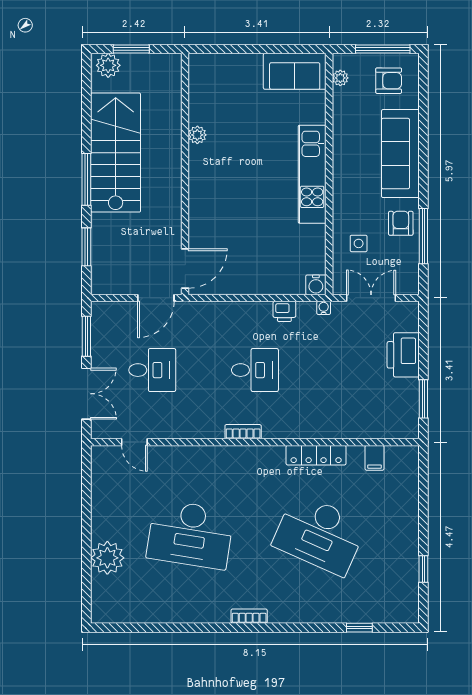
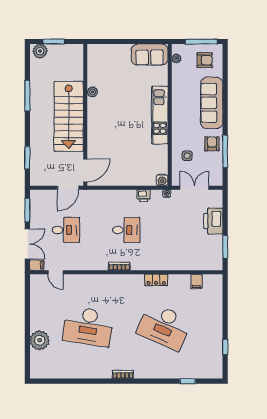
stairs: (116, 153) -> (69, 116), moved, turned 180
window: (86, 179) -> (27, 96), moved
filing cabinet: (103, 430) -> (37, 265), added
locker: (316, 455) -> (156, 280), width x0.66

